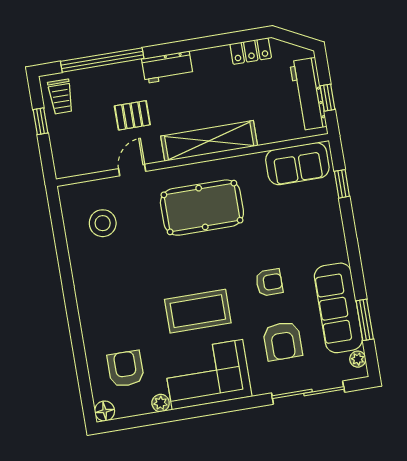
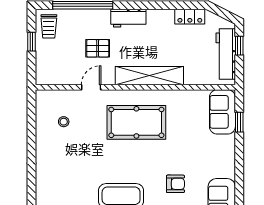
window: (328, 98) -> (239, 46), moved
sofa: (297, 164) -> (222, 112), moved, turned 90
stool: (103, 223) -> (64, 122), width x0.53, depth x0.53

